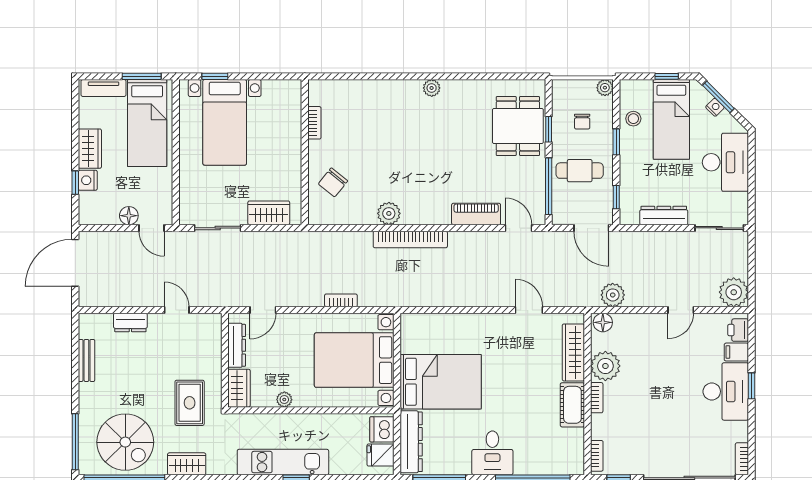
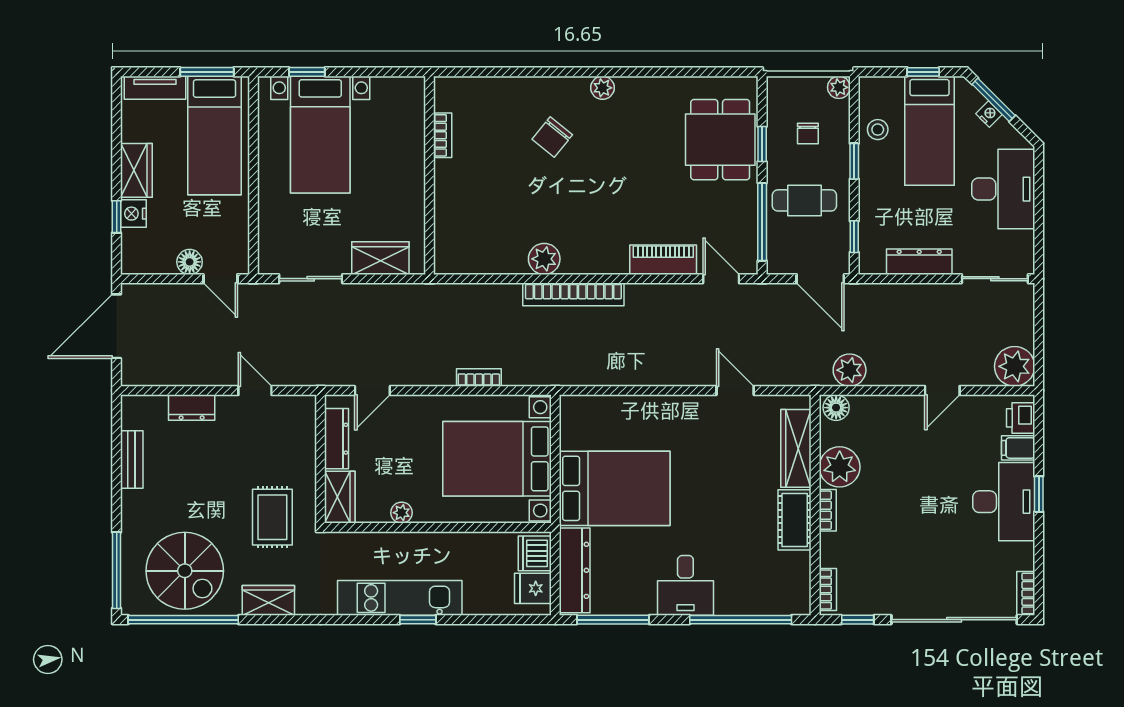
chair: (333, 182) -> (552, 137), moved

